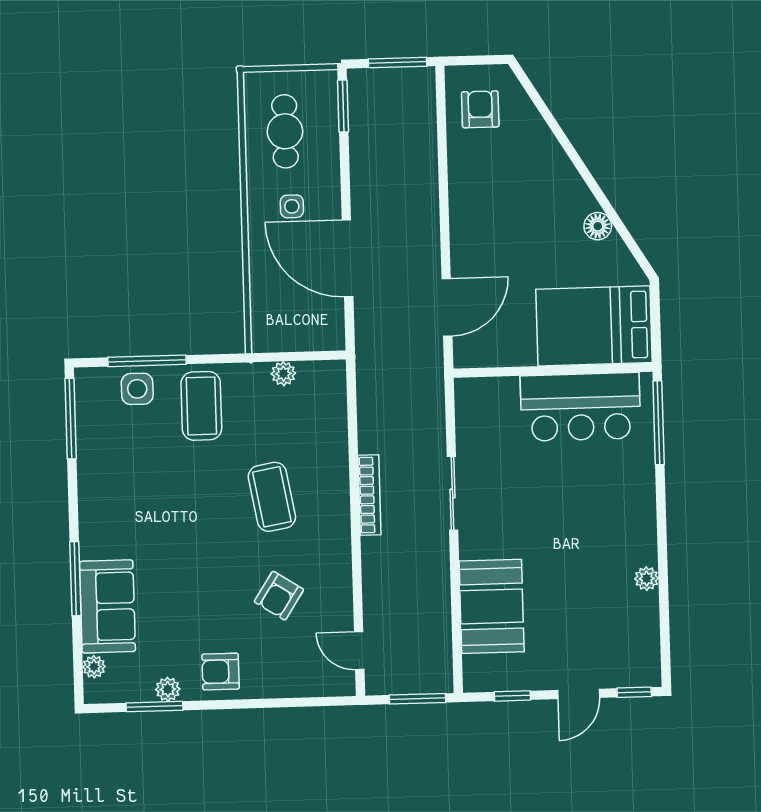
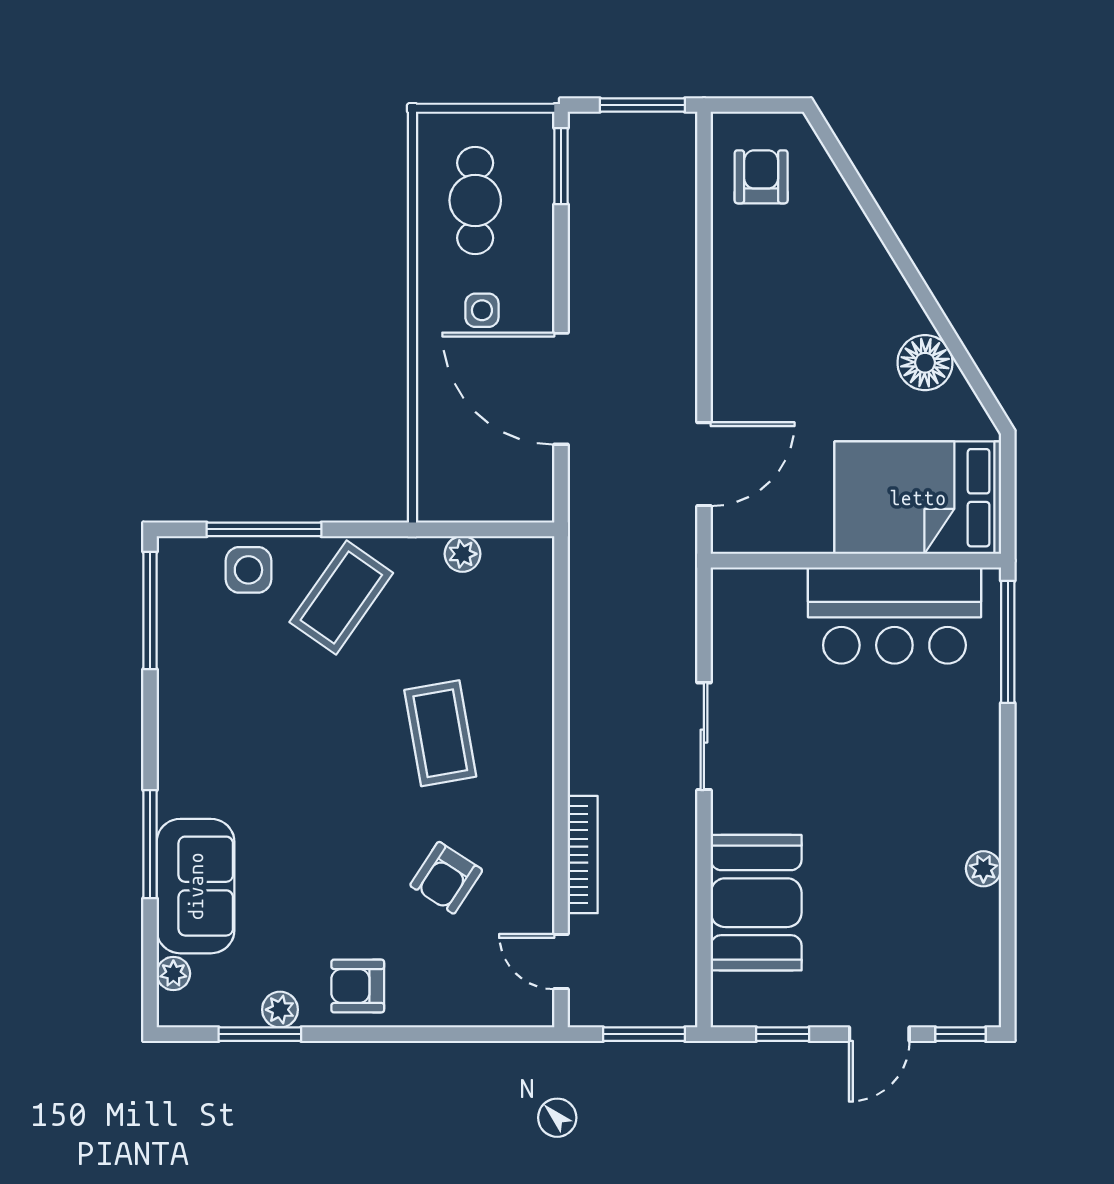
floor lamp: (598, 226) -> (925, 363), width x1.38, depth x1.38
coffee table: (201, 406) -> (341, 598), turned 35
bookcase: (369, 495) -> (583, 855), moved

